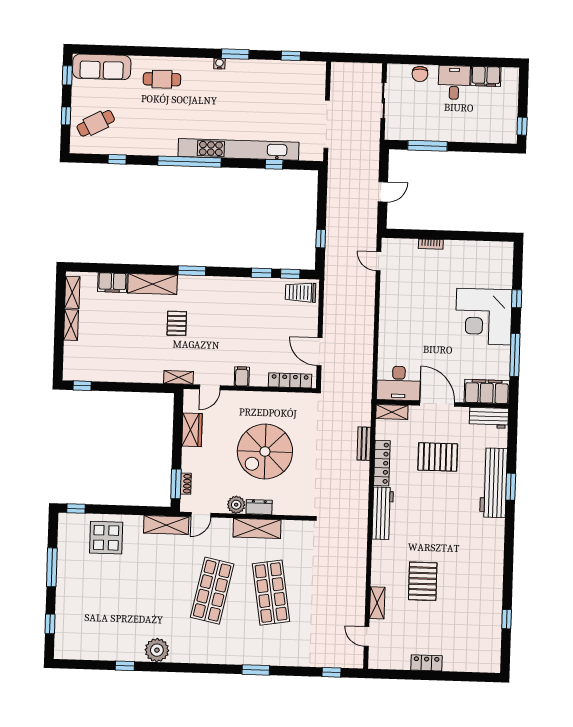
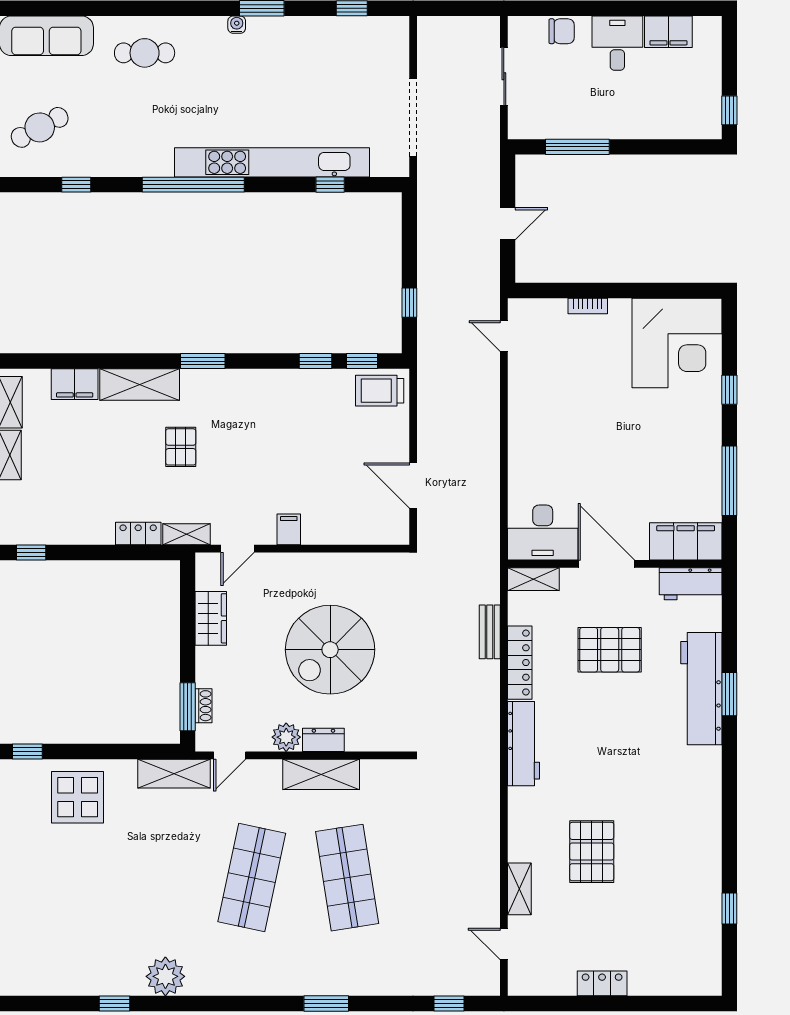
chair: (420, 74) -> (562, 31), turned -90
corner desk: (484, 317) -> (677, 343), moved, turned -90
locker: (290, 380) -> (138, 534), moved, width x0.66

